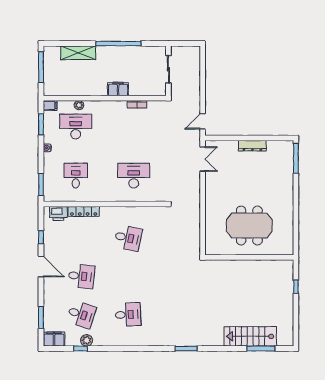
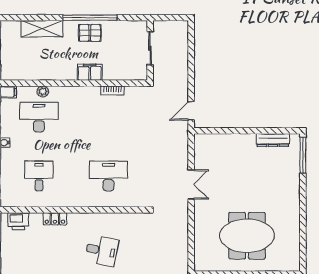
pallet: (118, 56) -> (90, 33), added
dresser: (252, 146) -> (273, 140), moved
double door: (203, 159) -> (191, 184), moved
locker: (84, 211) -> (55, 219), width x0.66

